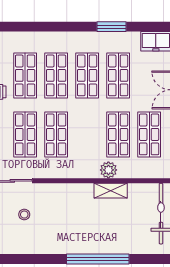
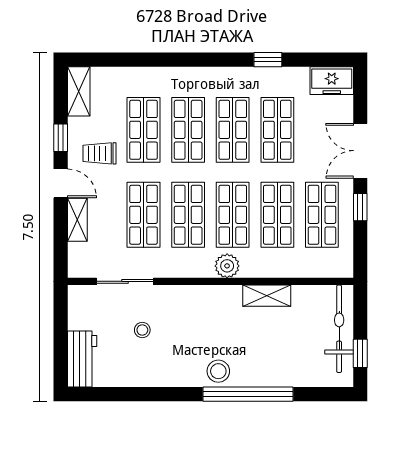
window: (112, 27) -> (268, 60), width x0.67
shop shelf: (87, 134) -> (233, 215), added
plant: (108, 170) -> (227, 266), moved
stool: (77, 243) -> (218, 371), added

